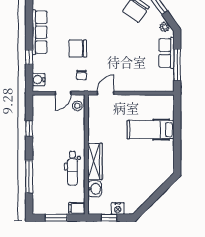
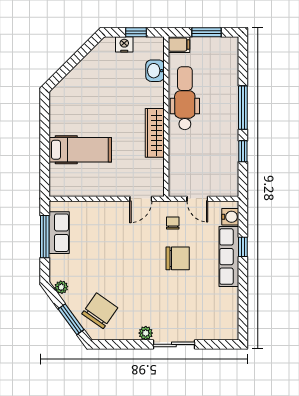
row of seats: (40, 32) -> (229, 257), moved
row of seats: (166, 53) -> (59, 233), moved
door: (63, 93) -> (197, 199), swing flipped
stool: (77, 106) -> (178, 182), removed
wardrobe: (95, 161) -> (155, 133), moved
dental chair: (72, 168) -> (185, 98), width x1.36, depth x1.38
window: (29, 177) -> (243, 108), moved

